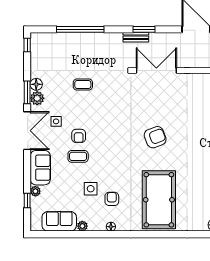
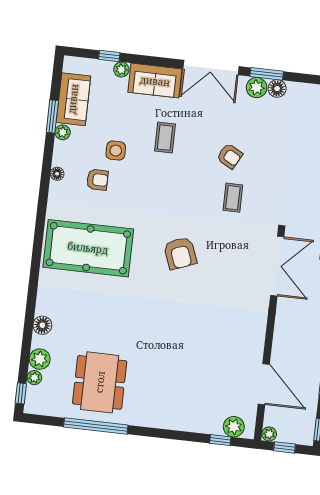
coffee table: (83, 84) -> (233, 198), moved
side table: (56, 121) -> (220, 111), removed
armchair: (79, 136) -> (230, 156), moved, turned -152
window: (73, 234) -> (52, 117), added

